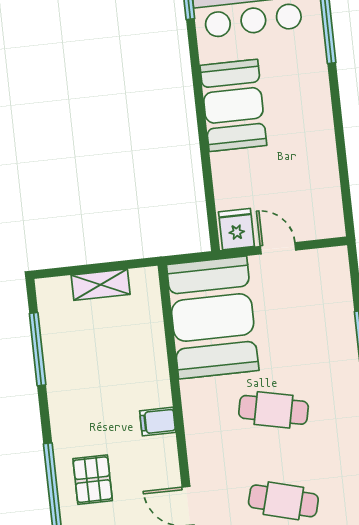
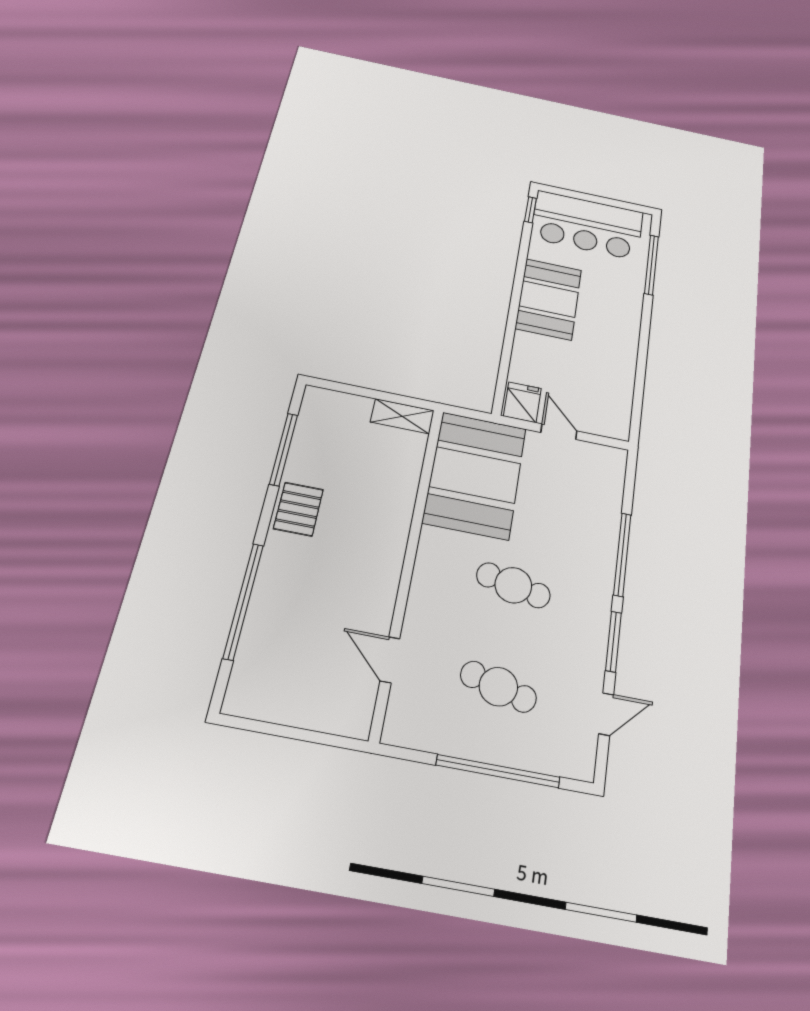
shelving: (101, 285) -> (402, 416), moved
filing cabinet: (158, 422) -> (385, 559), removed
pallet: (93, 480) -> (298, 509), moved

